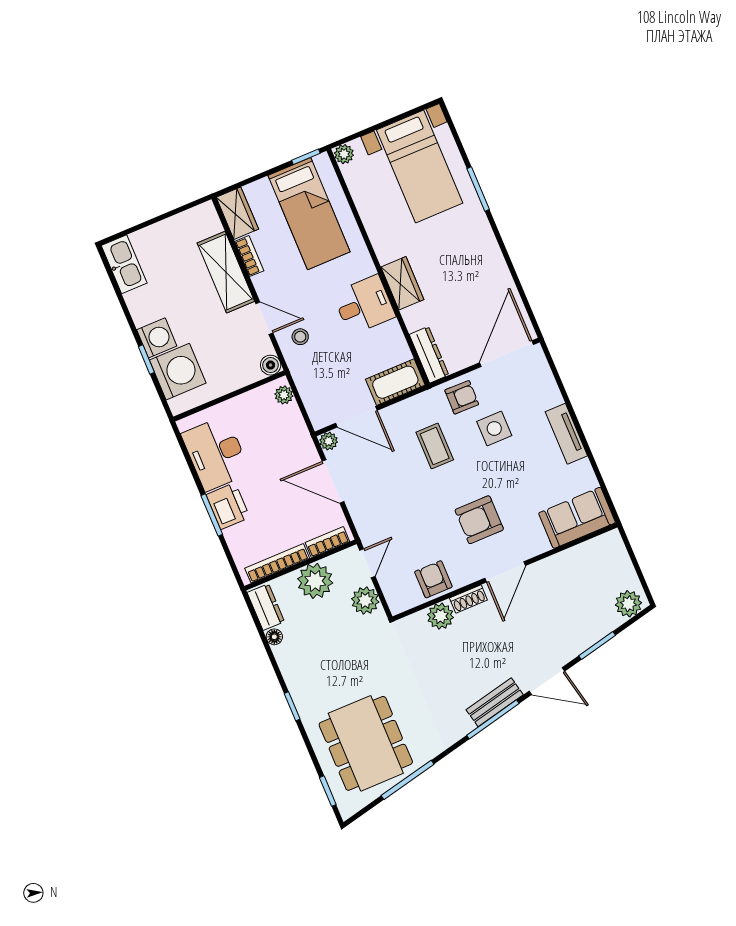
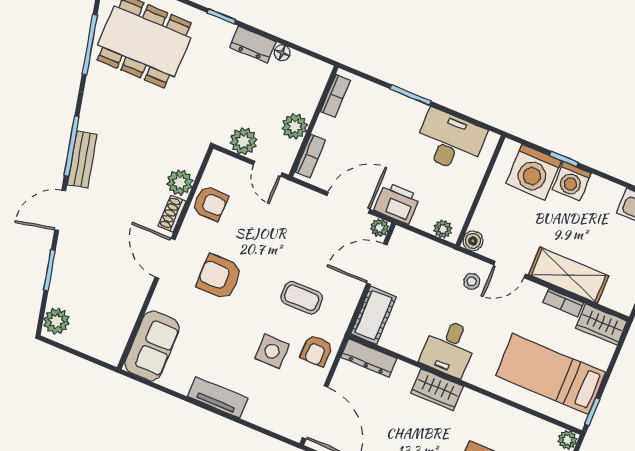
printer: (228, 506) -> (397, 203), moved, turned 180
armchair: (479, 520) -> (219, 277), turned -90
bookcase: (277, 563) -> (335, 96), width x0.64
plant: (315, 581) -> (295, 126), width x0.73, depth x0.73
dresser: (266, 607) -> (253, 44), moved

